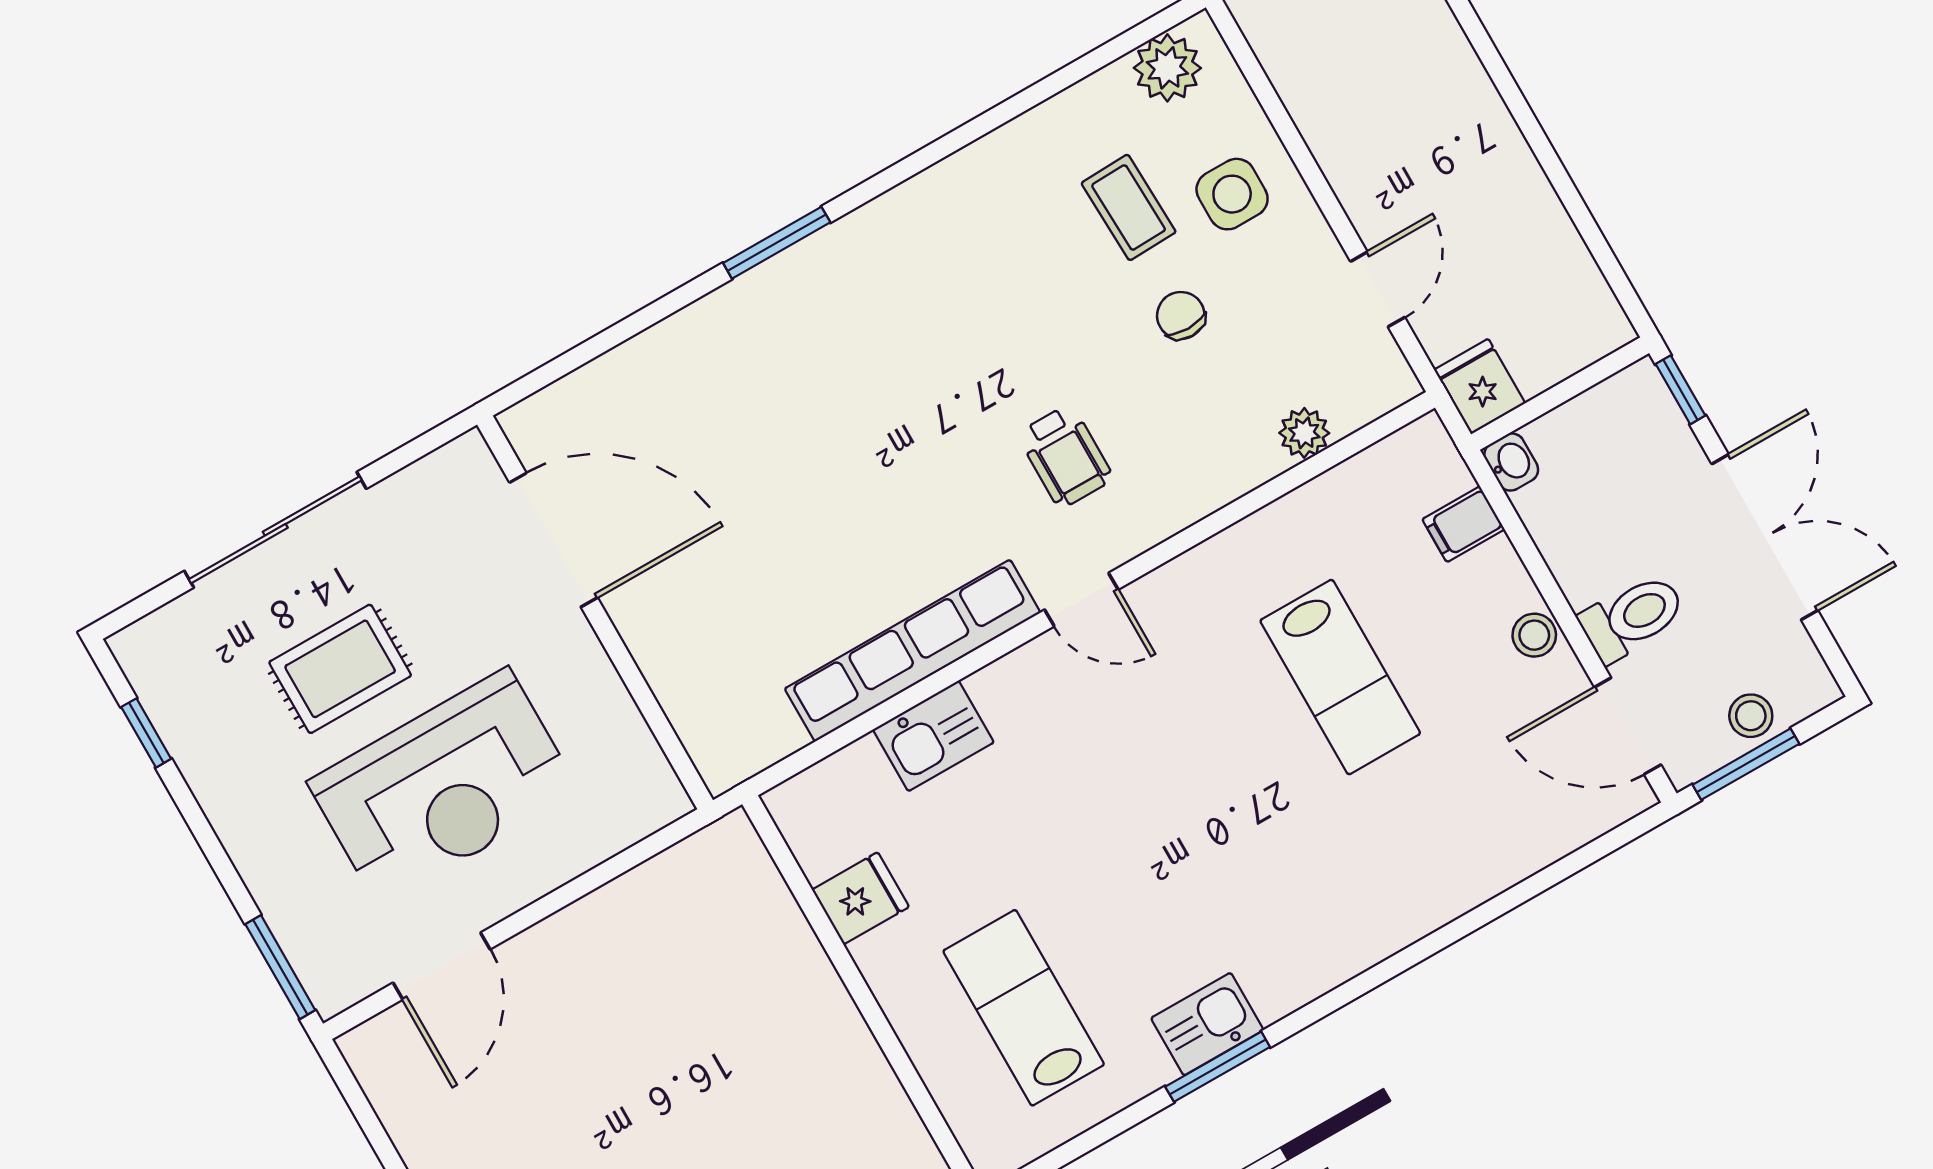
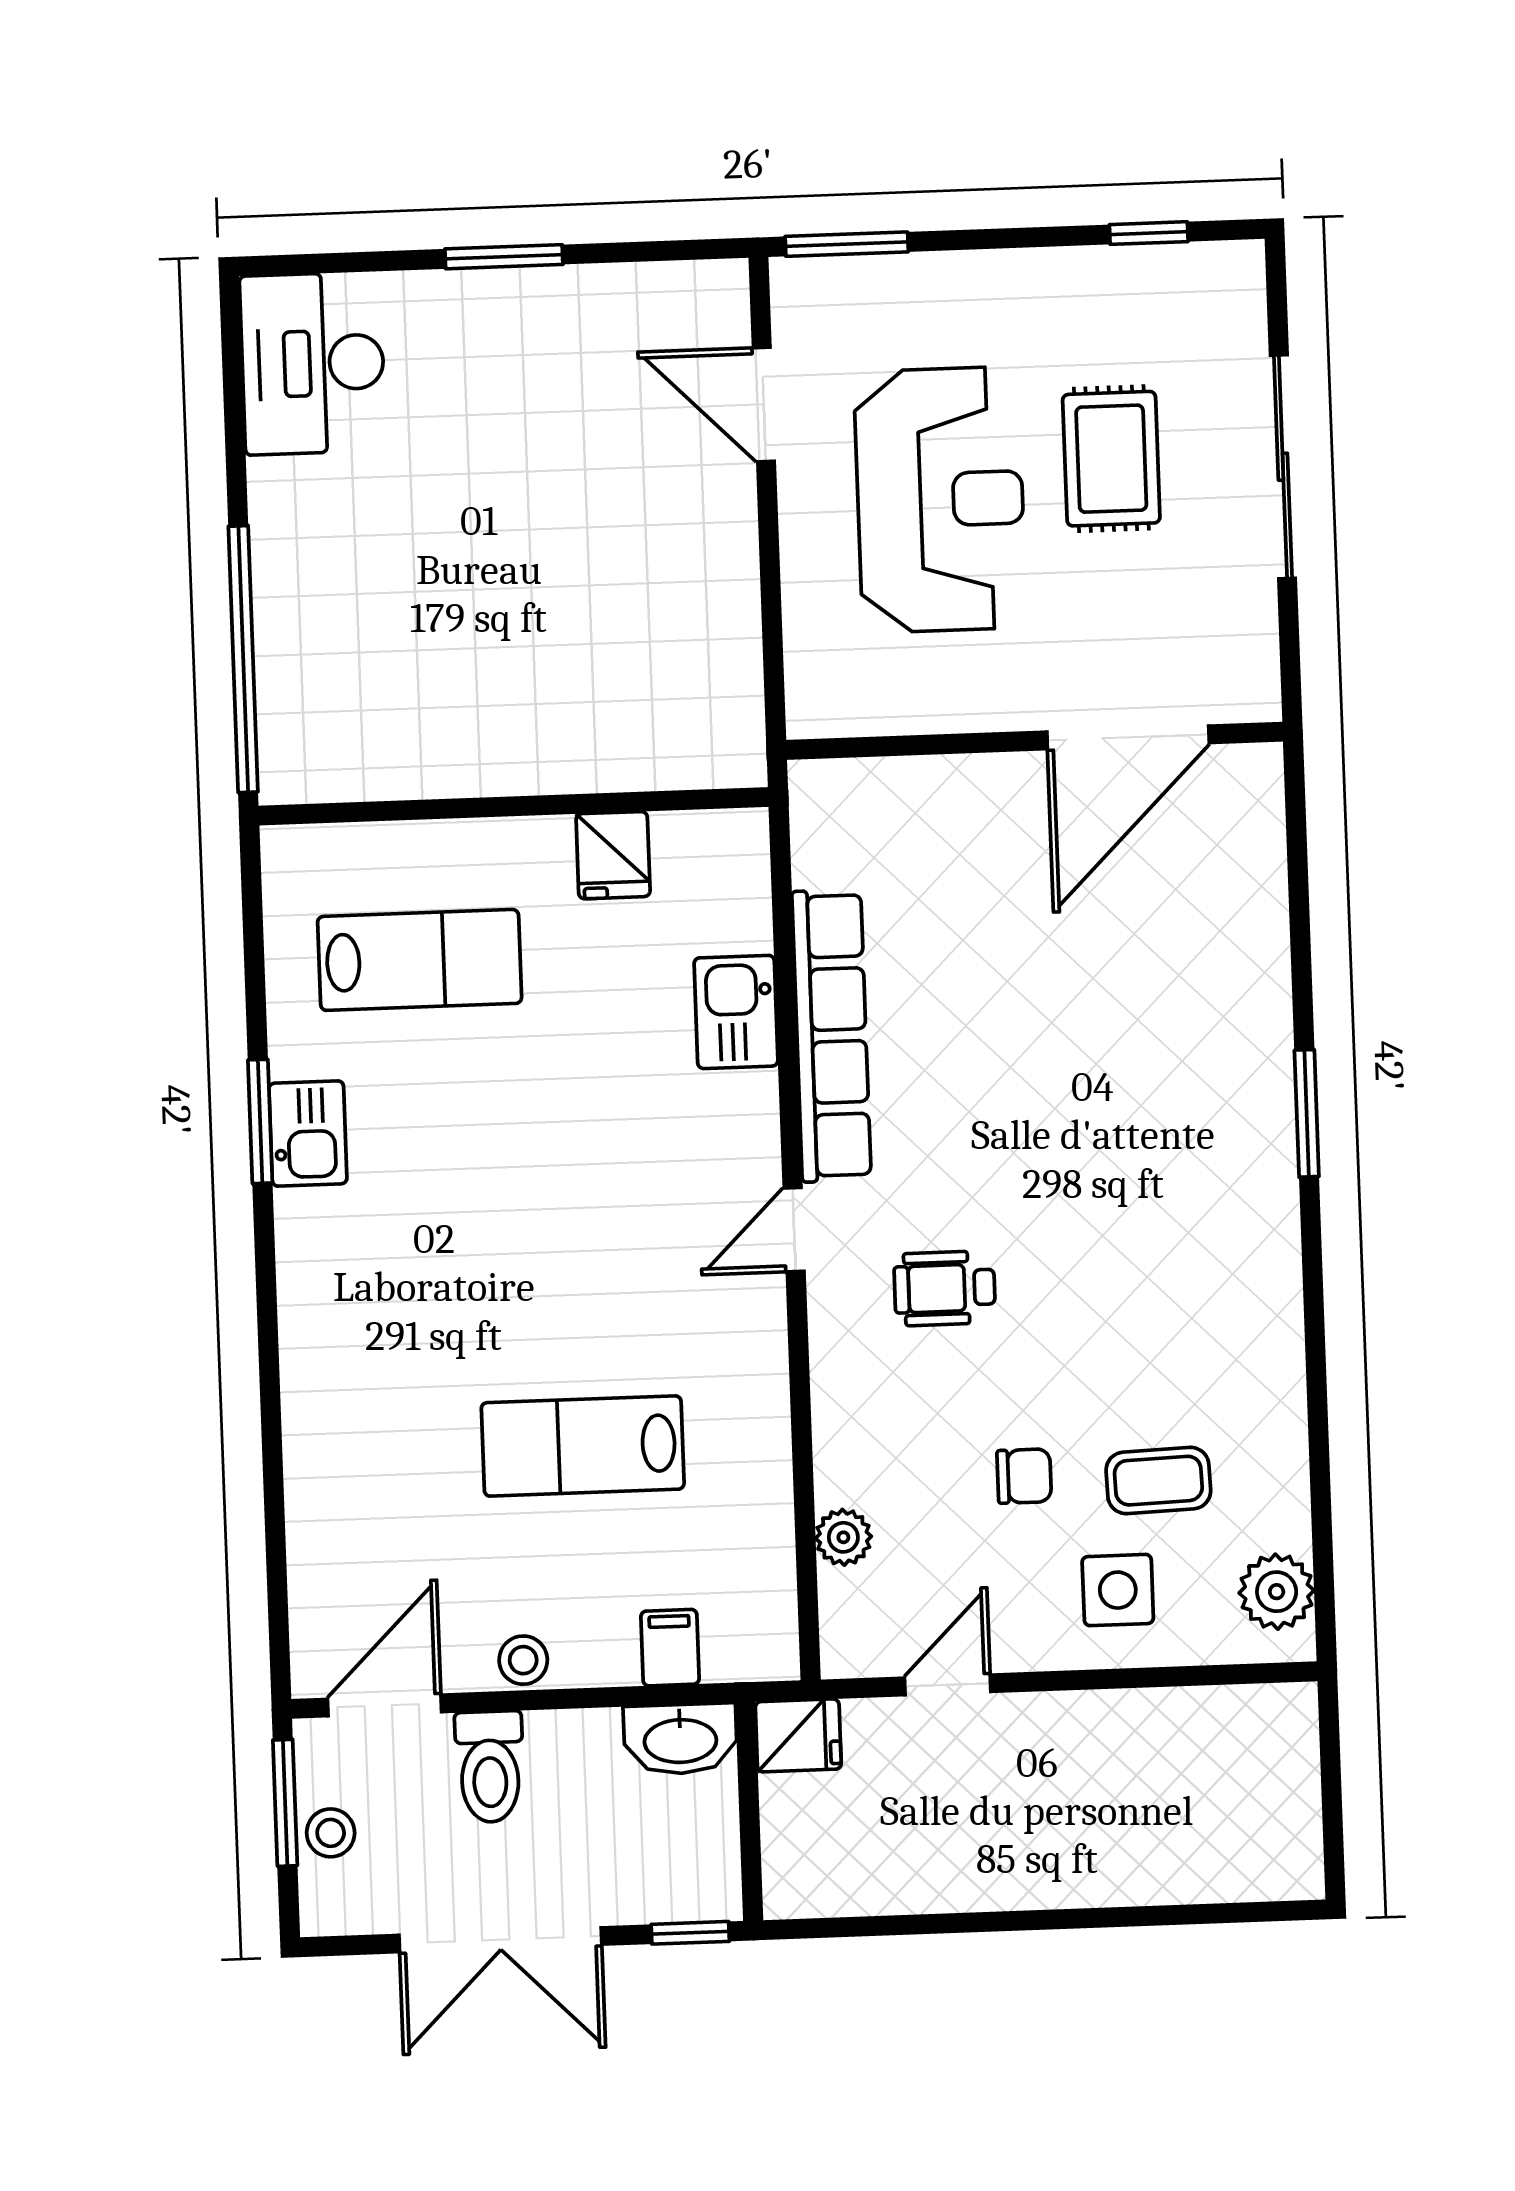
door: (1378, 289) -> (948, 1685), swing flipped
washbasin: (1511, 462) -> (680, 1739), width x1.91, depth x1.45
reception desk: (444, 787) -> (940, 500), turned 180

